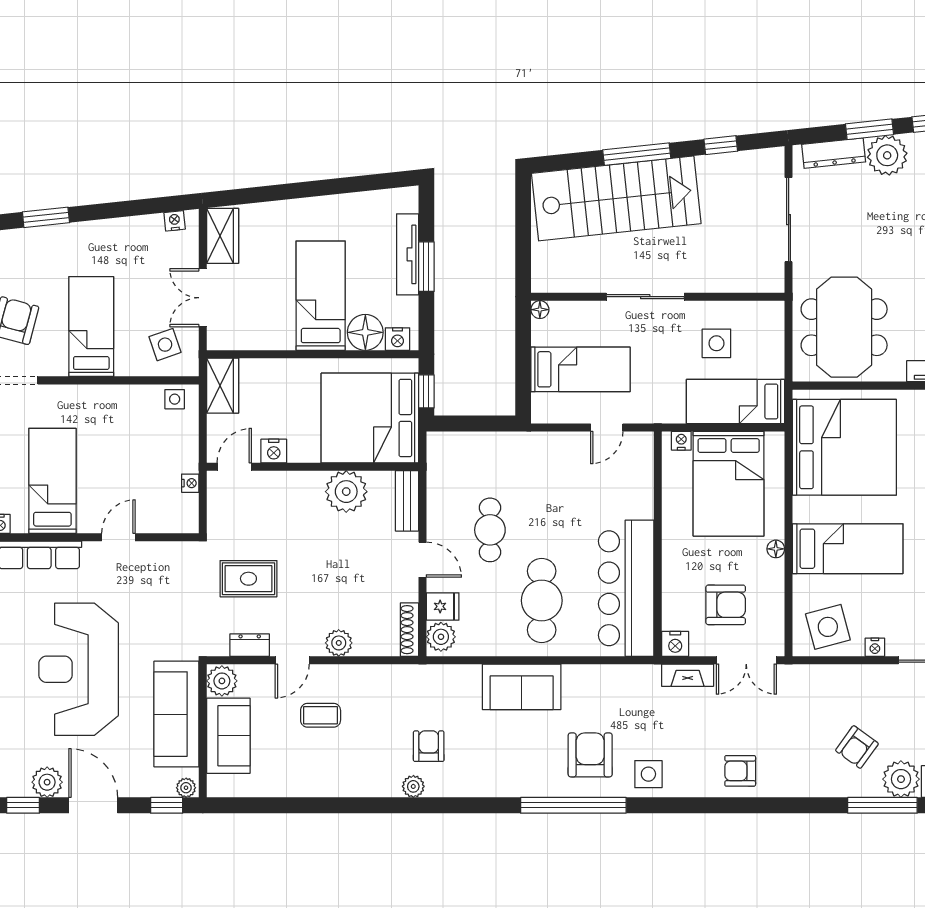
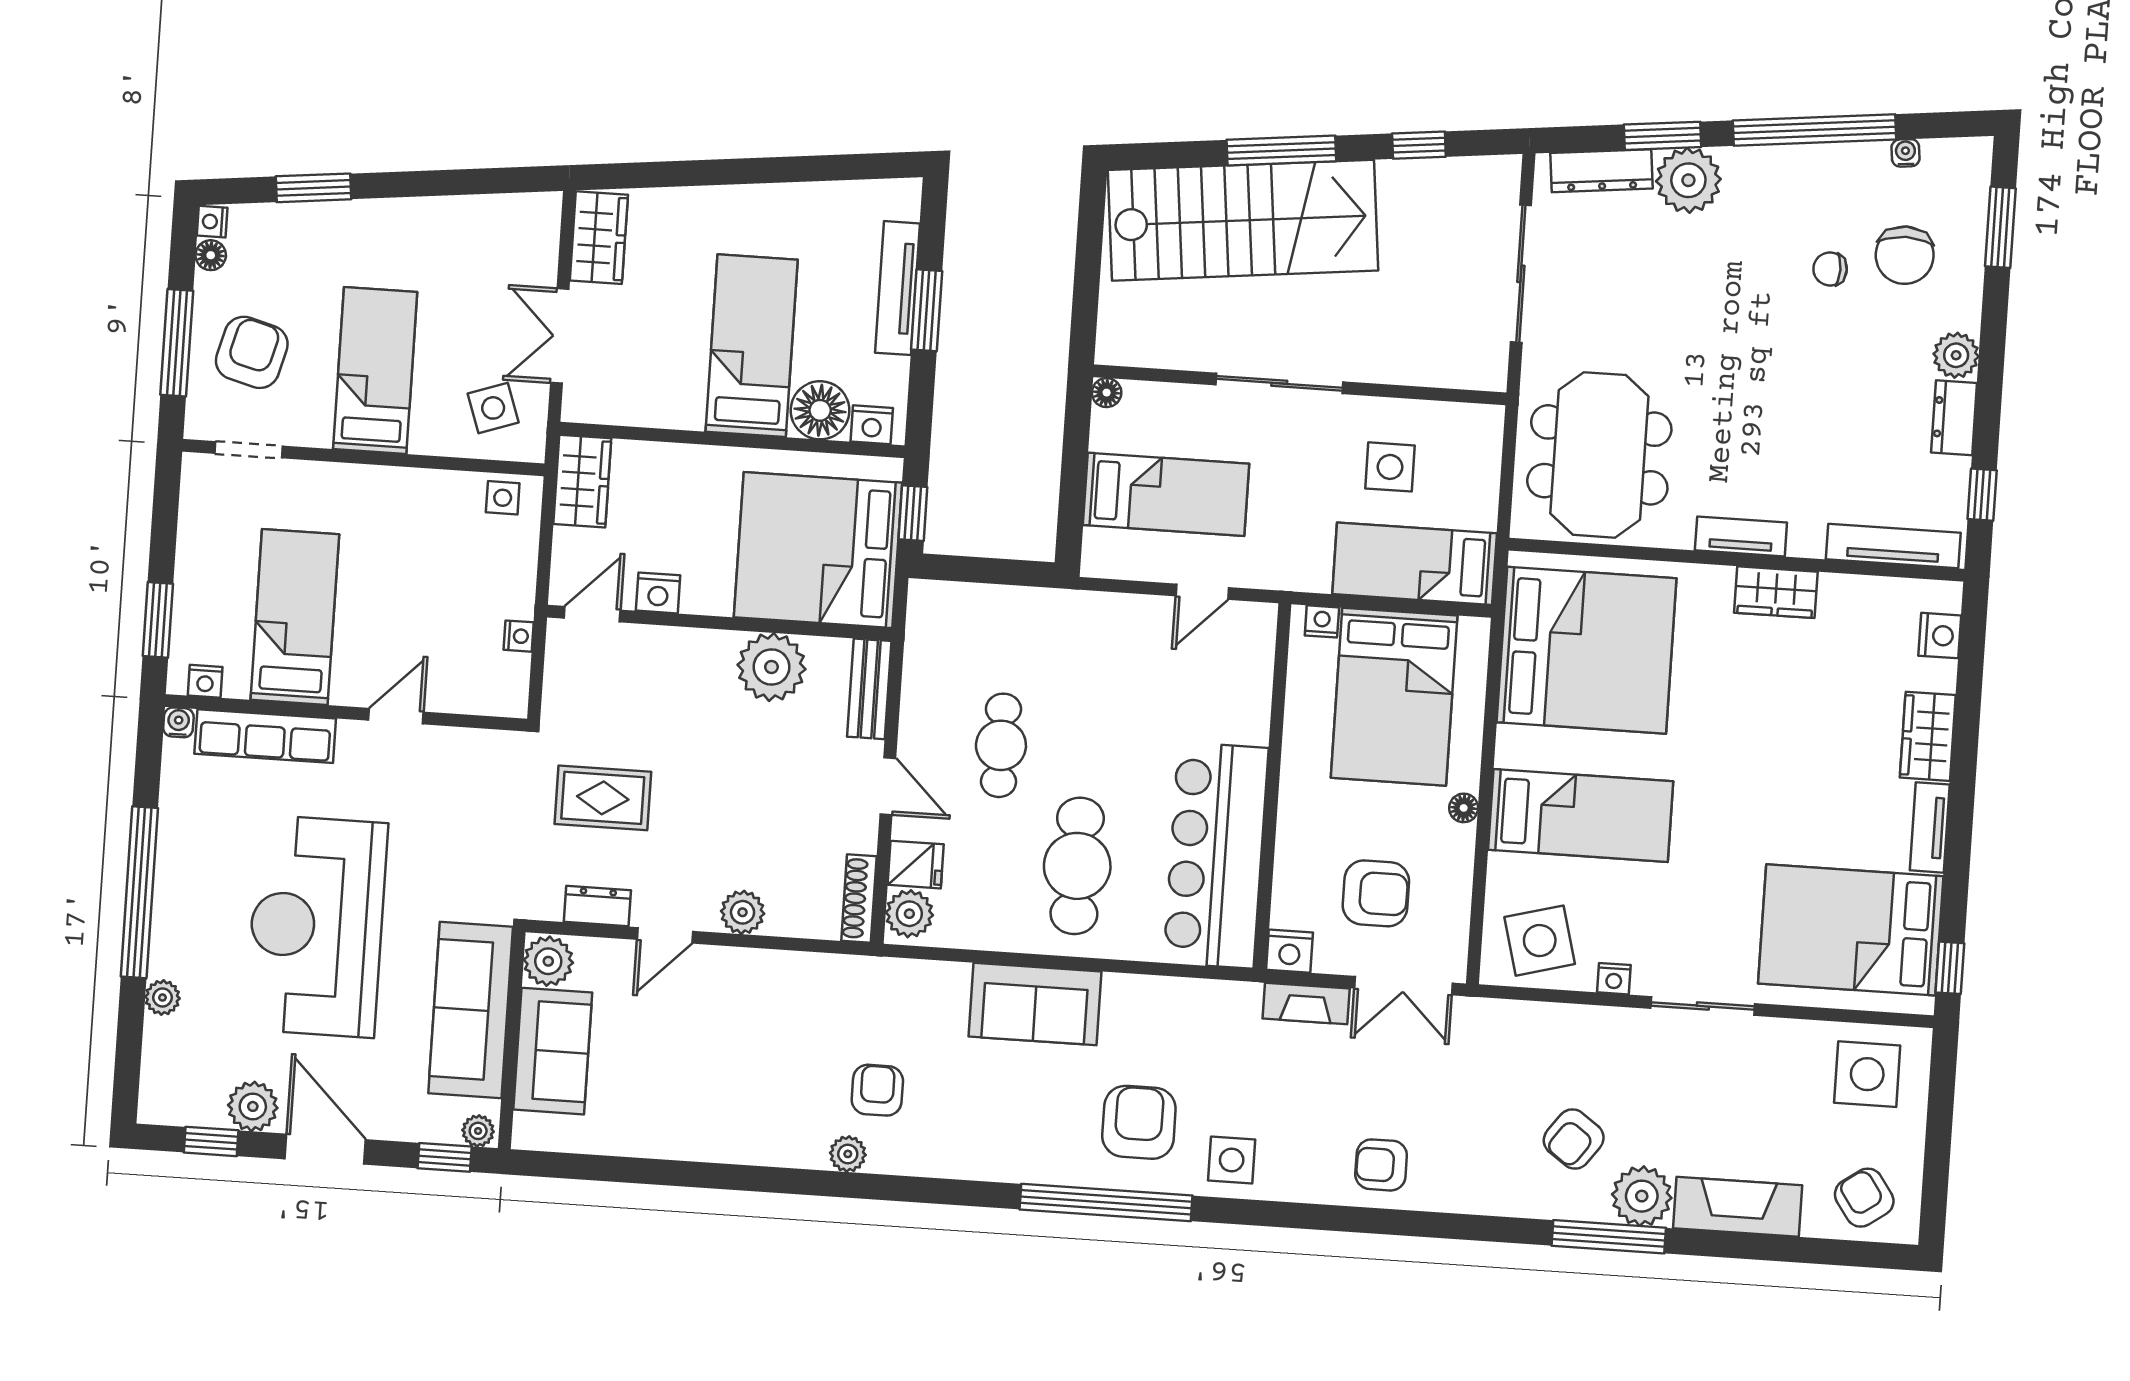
nightstand: (175, 221) -> (522, 208), removed
coffee table: (321, 715) -> (705, 1028), removed

